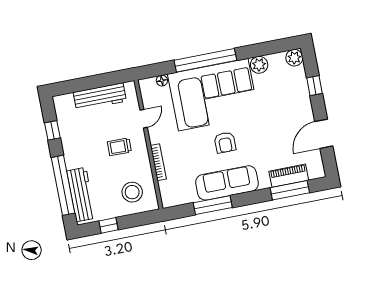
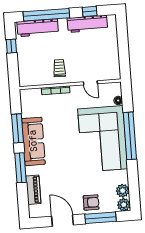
plant: (259, 65) -> (123, 191), moved
window: (314, 86) -> (100, 218), width x2.17
workbench: (100, 97) -> (87, 24), moved, turned -90
armchair: (225, 142) -> (91, 202), moved, turned 180
trolley: (119, 147) -> (59, 68), moved
window: (290, 190) -> (20, 168), moved
stool: (132, 192) -> (35, 67), removed

